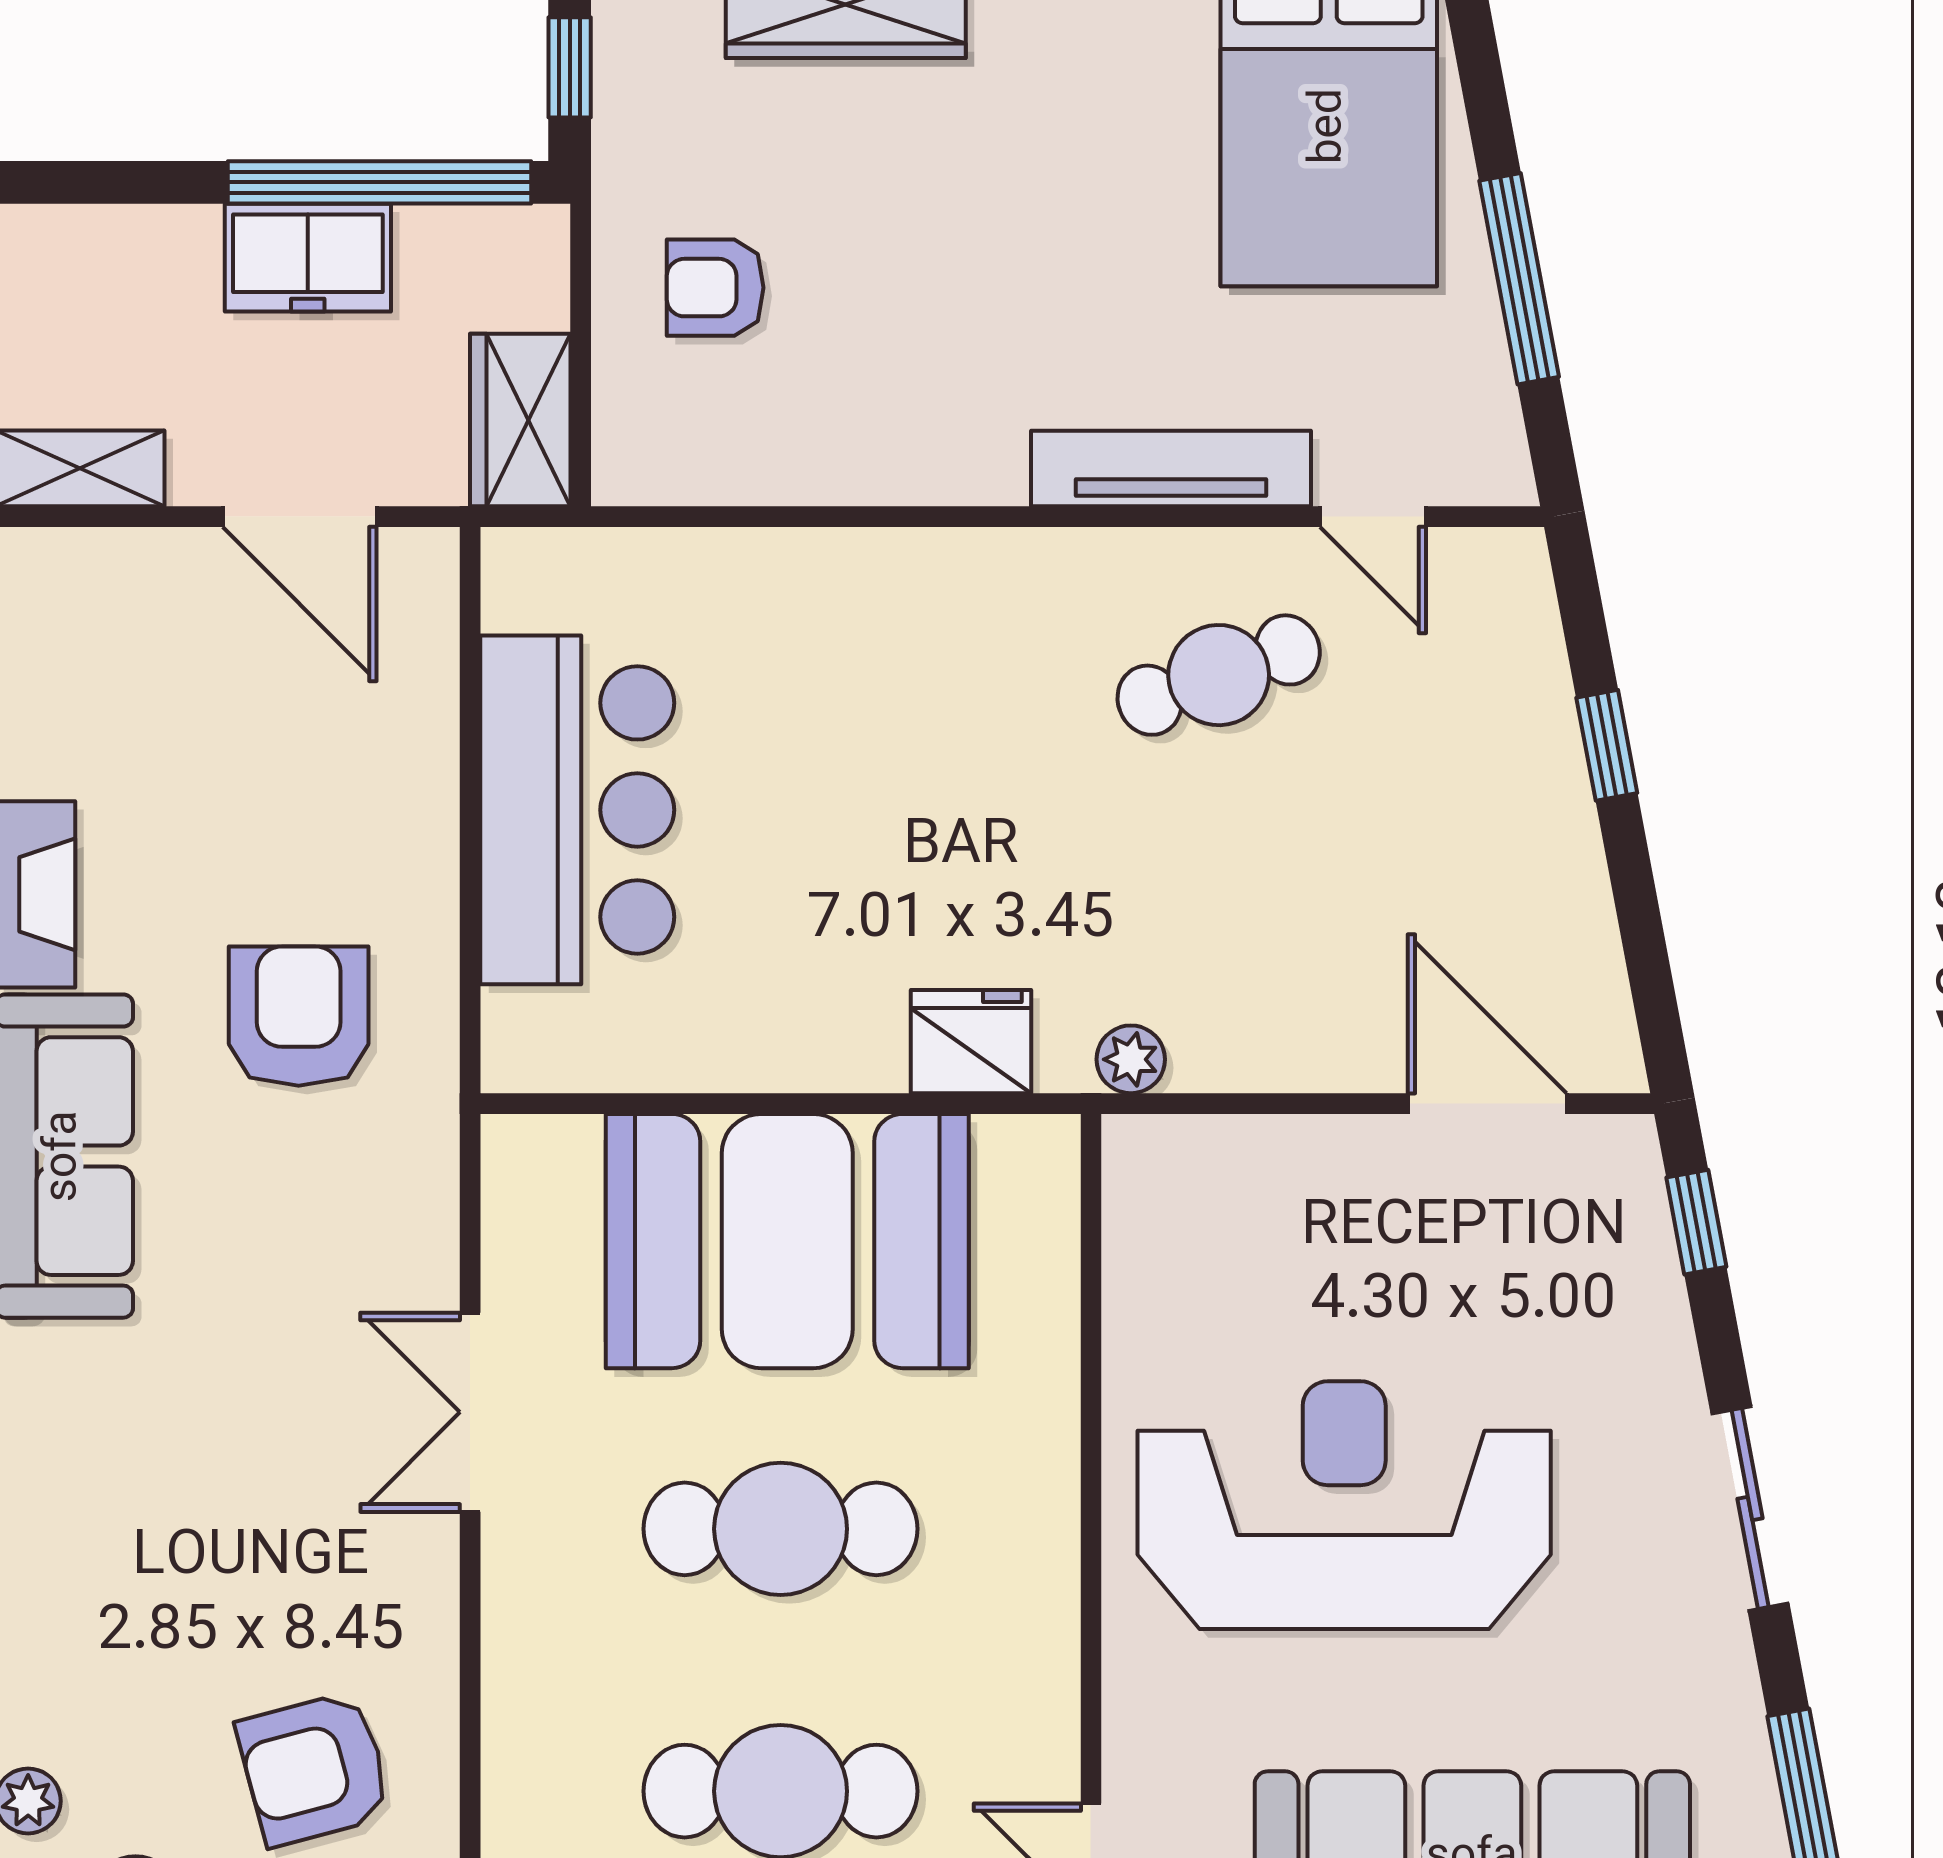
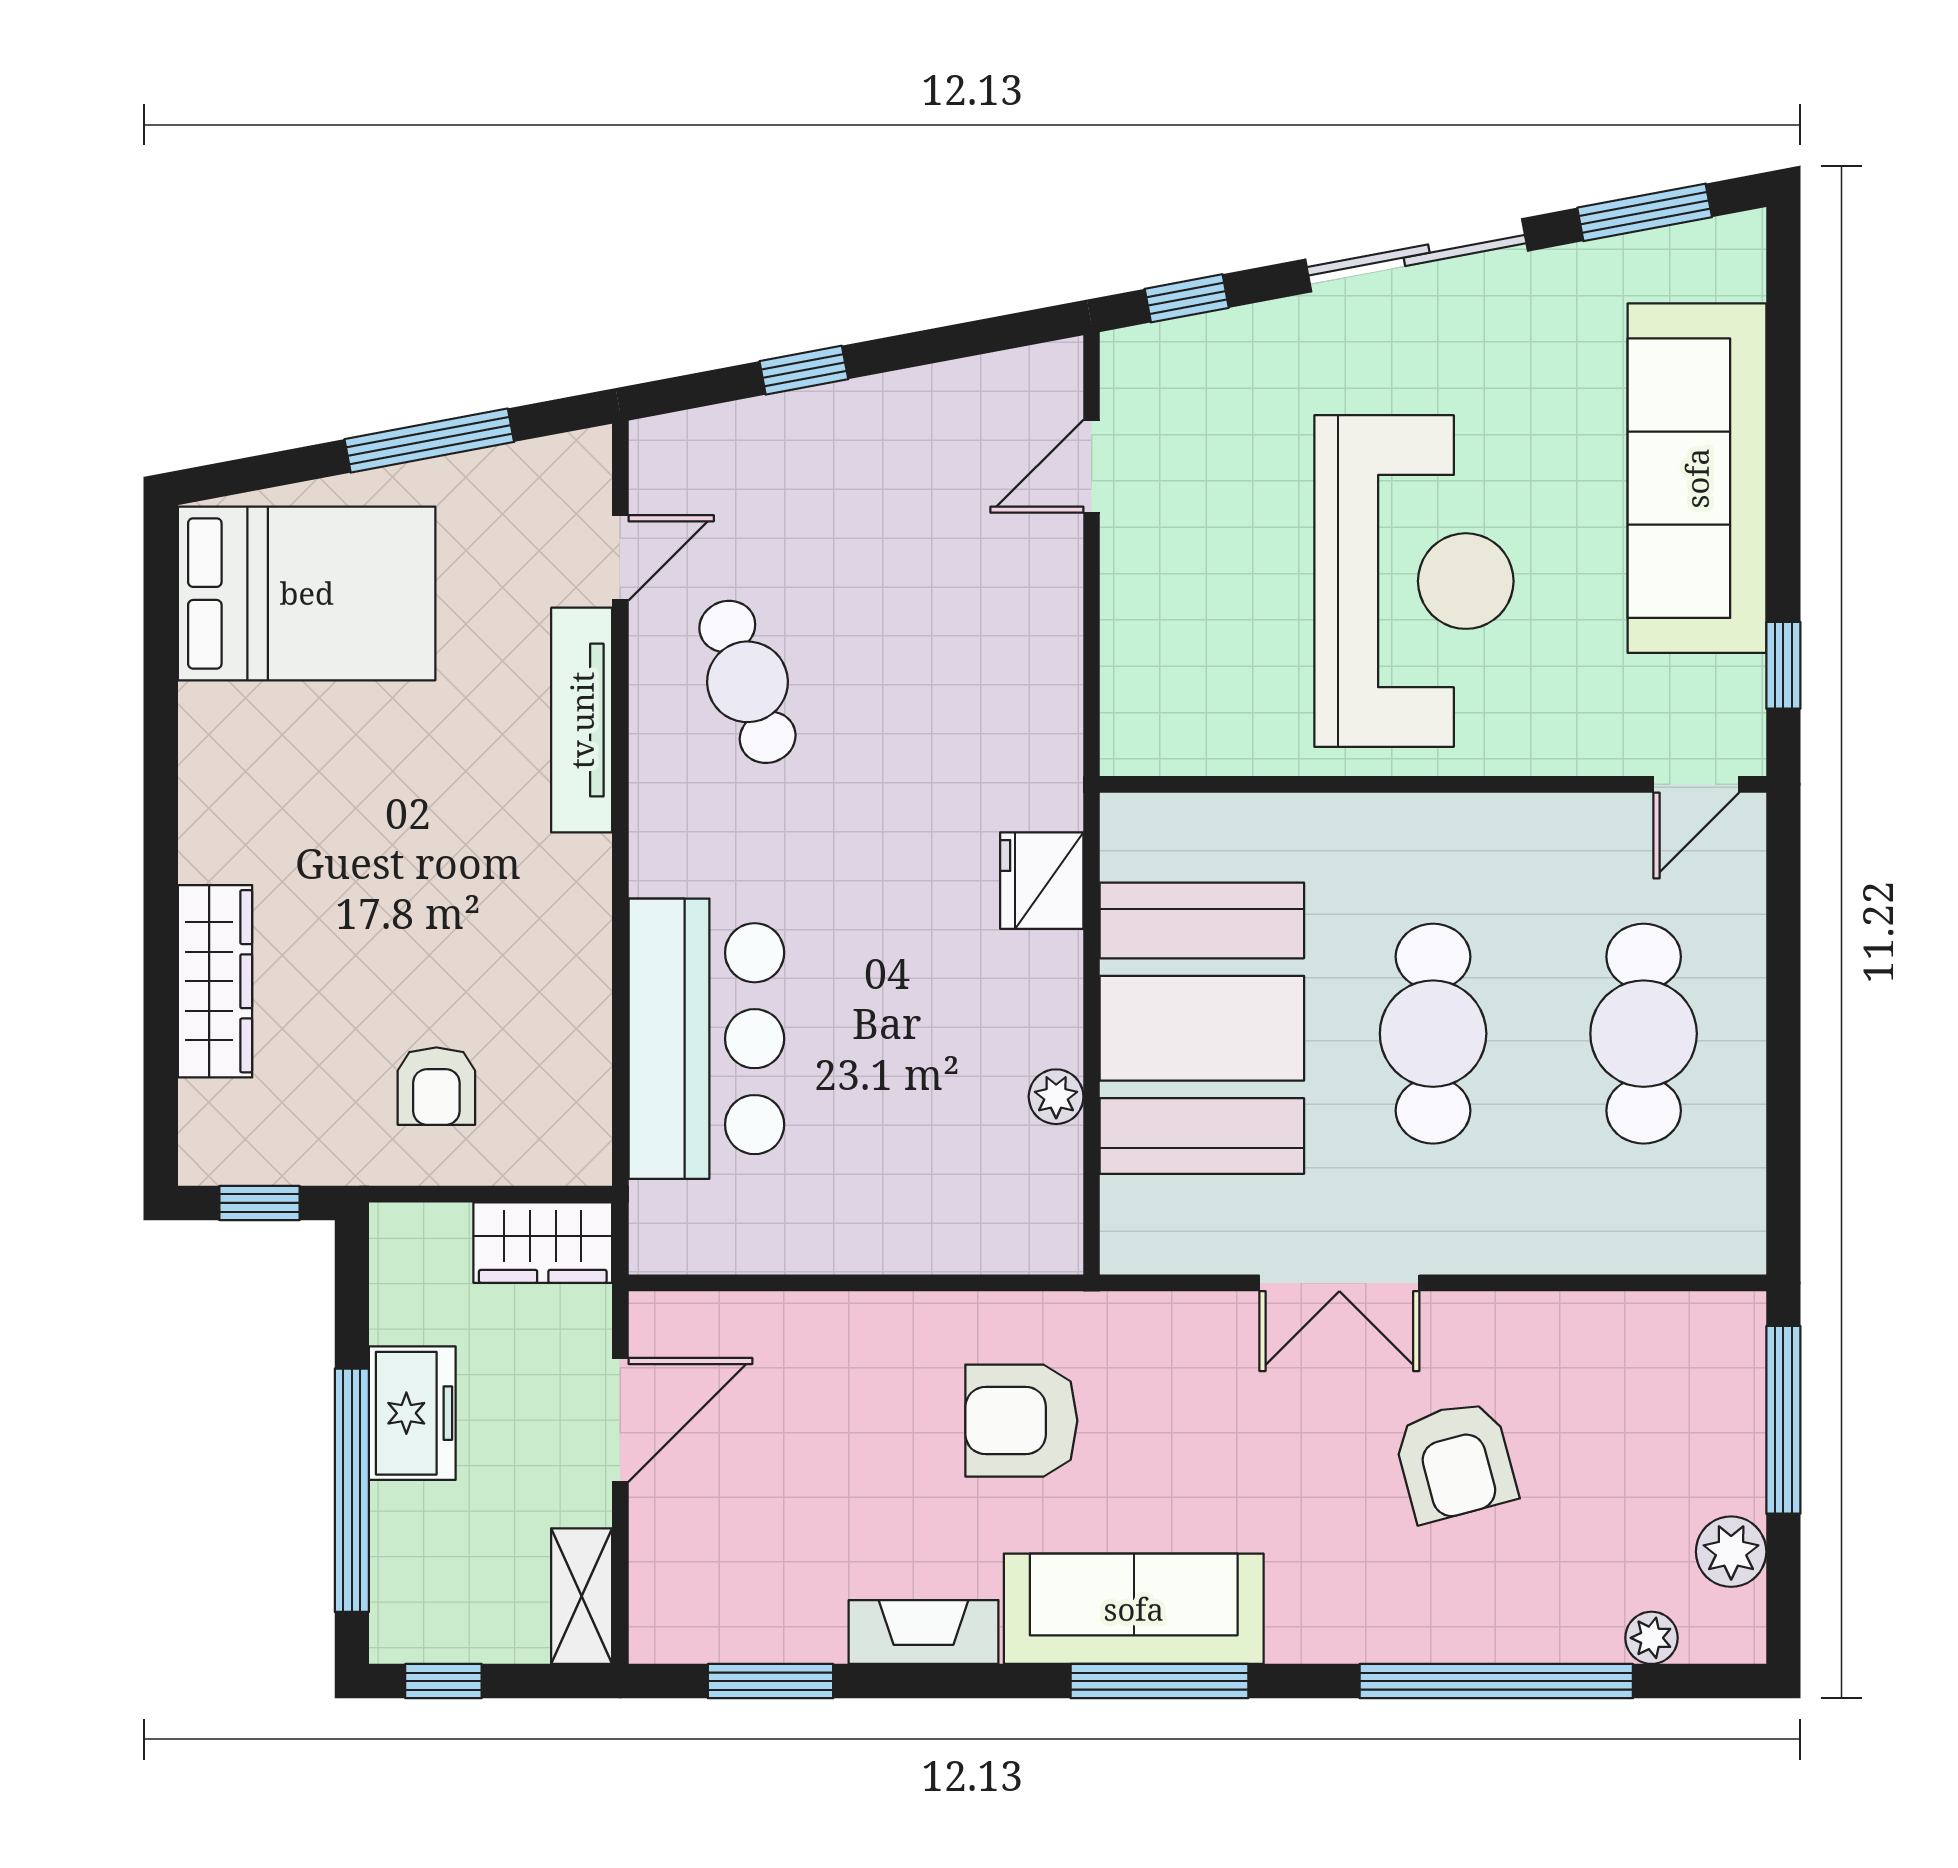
window: (379, 182) -> (352, 1490), moved
bar counter: (577, 810) -> (706, 1039), moved, turned 90
plant: (1131, 1059) -> (1056, 1097), moved
door: (1487, 1104) -> (1092, 466), width x0.73
reception desk: (1344, 1505) -> (1414, 581), turned 180
sliding door: (1750, 1508) -> (1417, 255), width x1.37
armchair: (314, 1769) -> (1455, 1461), moved

